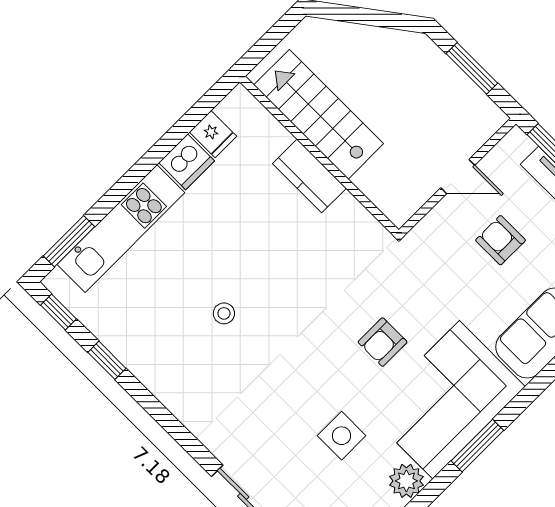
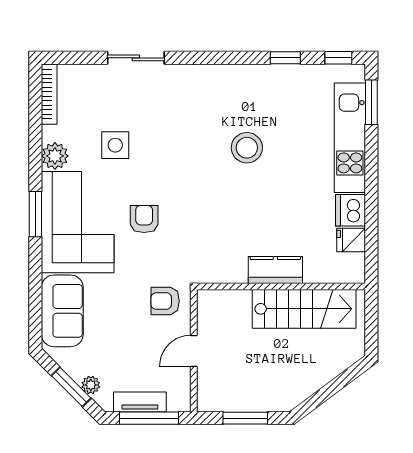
armchair: (501, 240) -> (165, 301), moved, turned 180
stool: (224, 313) -> (247, 148), width x1.89, depth x1.89

